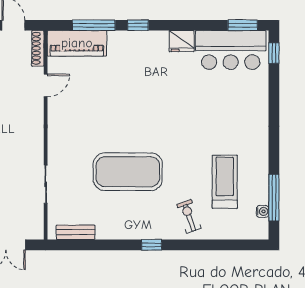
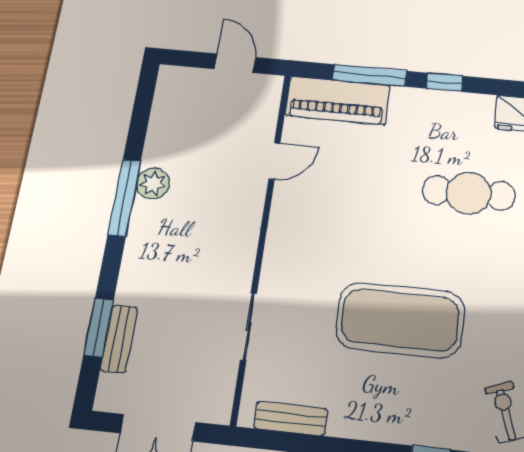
shoe rack: (38, 48) -> (270, 102), removed
cafe table: (158, 93) -> (469, 193), added

